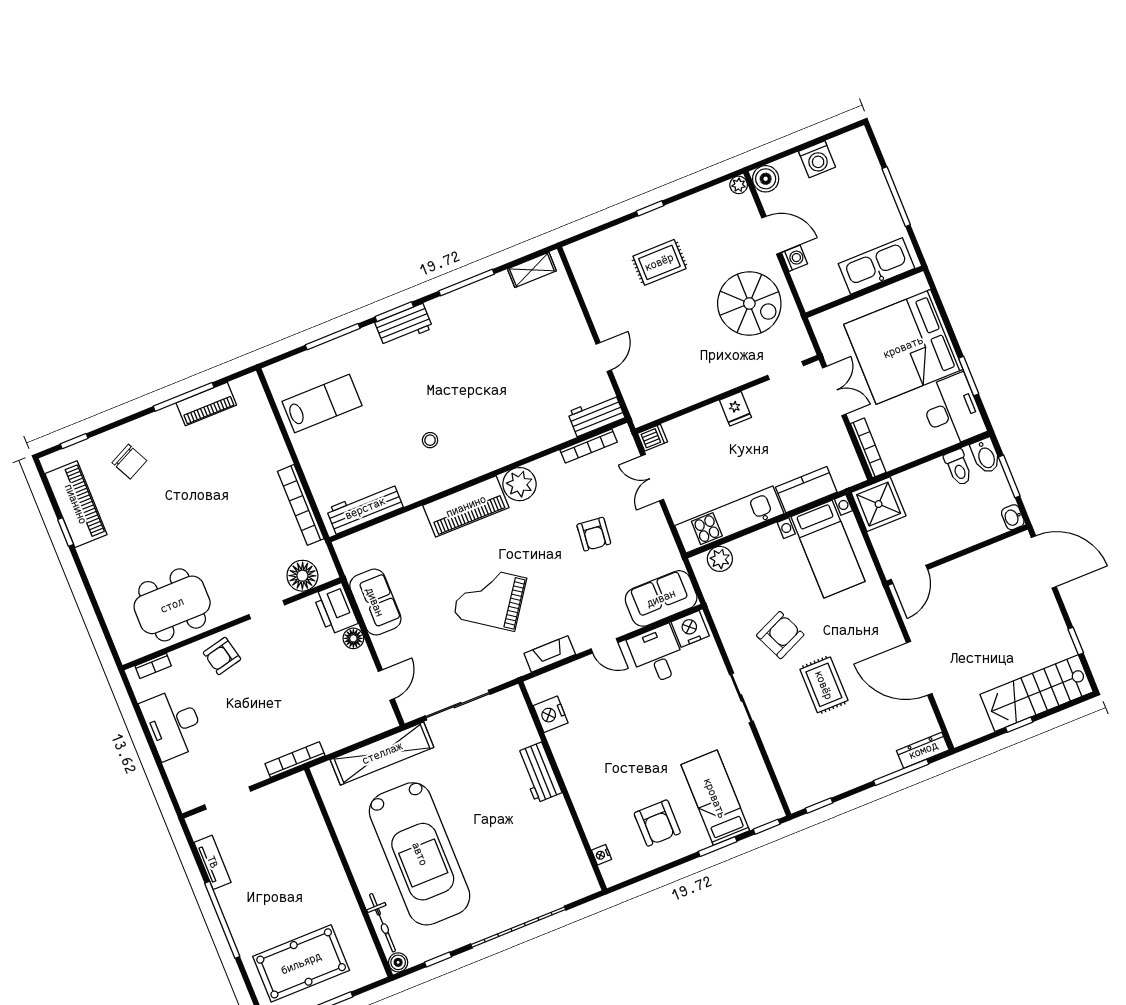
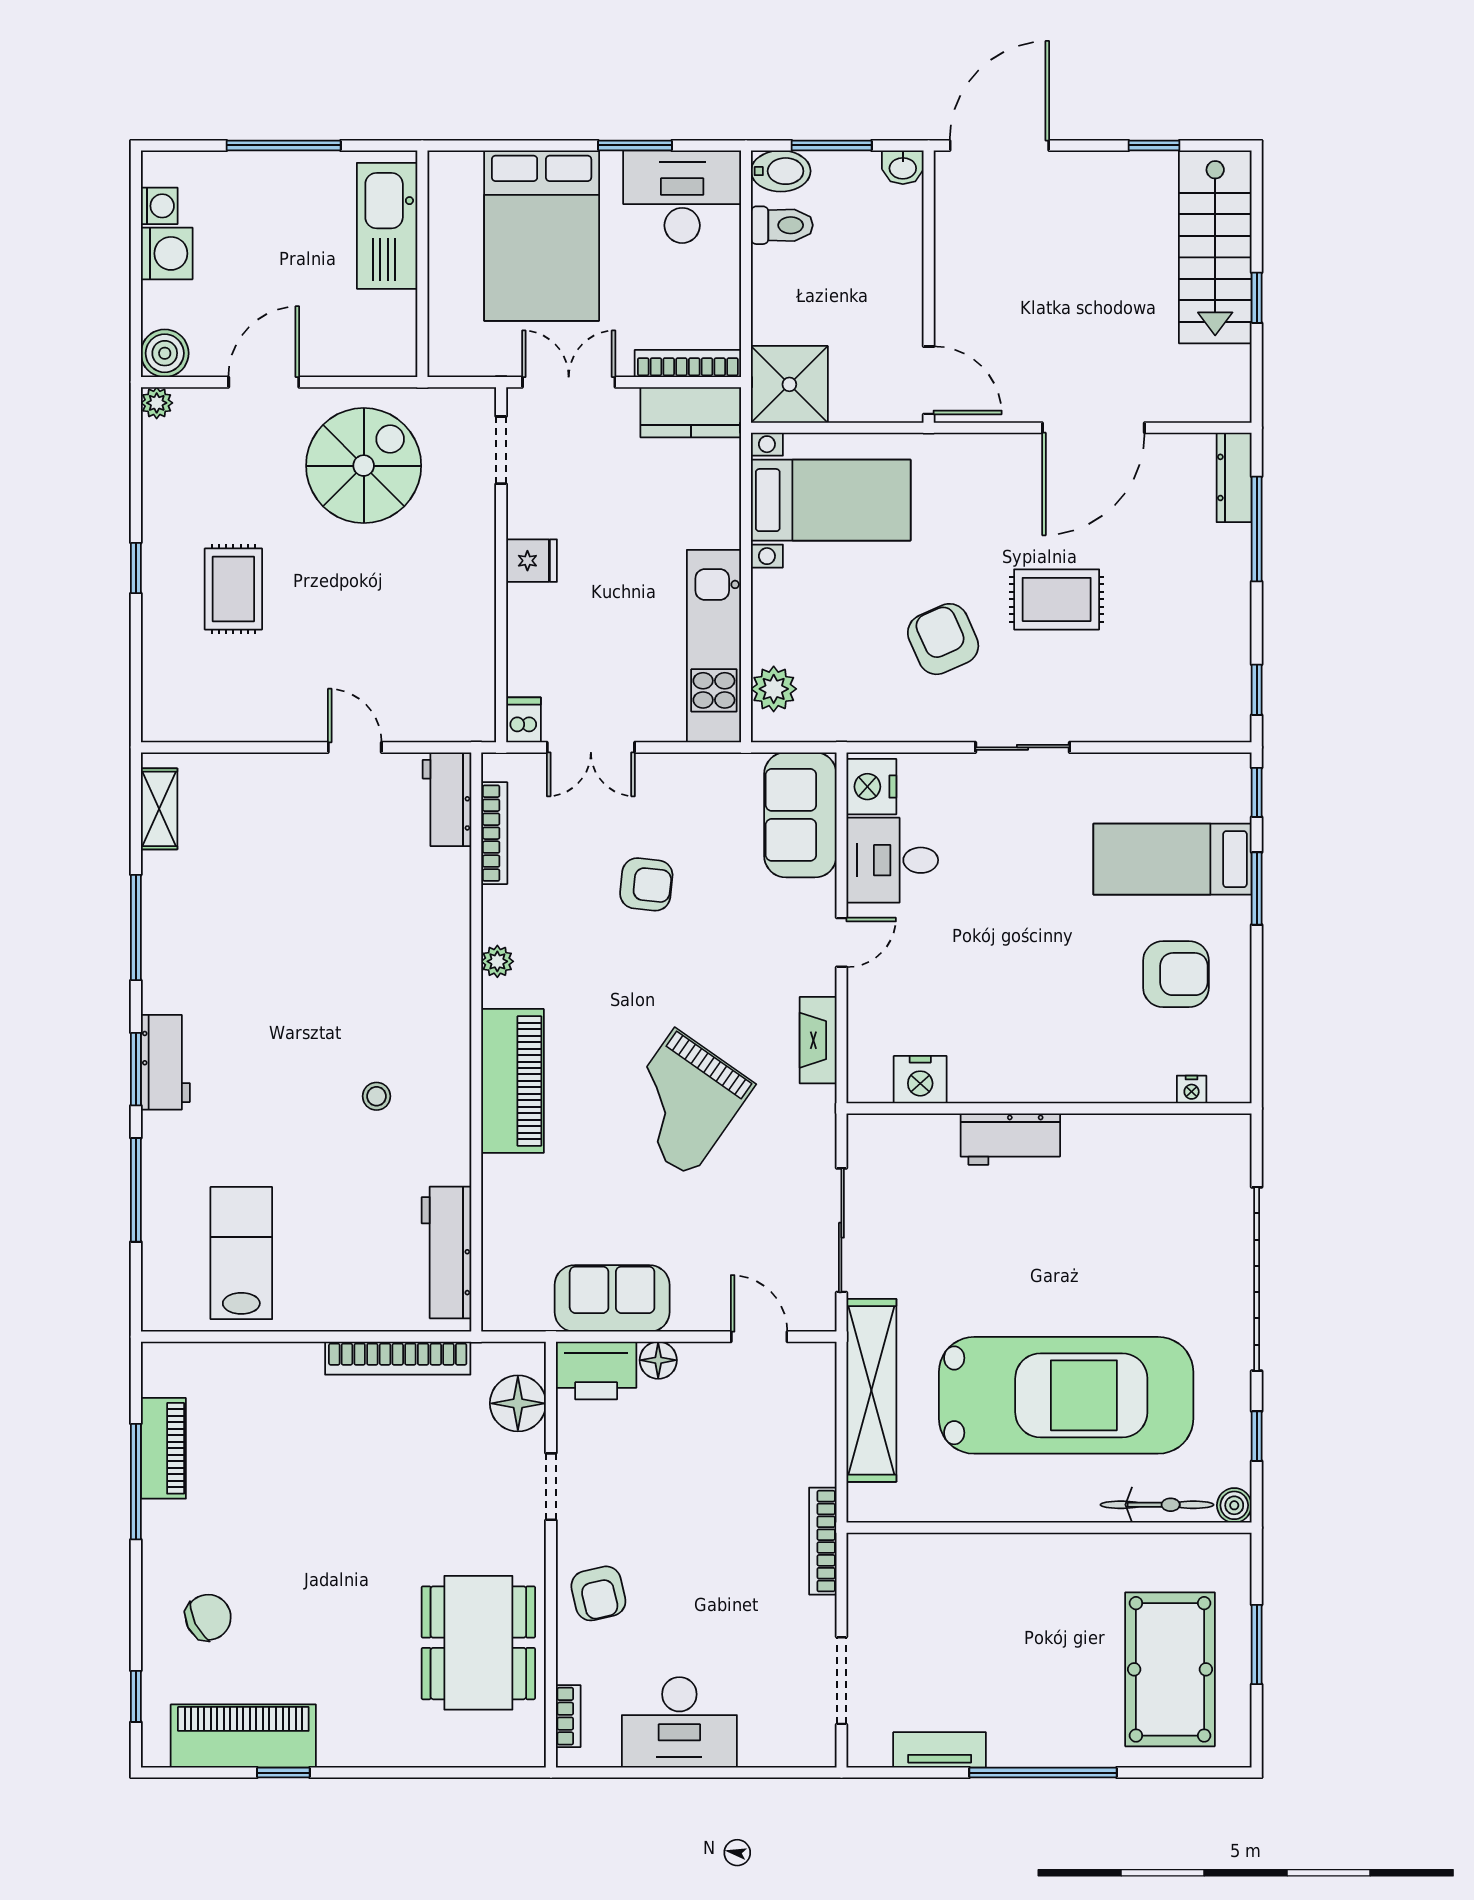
washing machine: (794, 258) -> (159, 206), moved, turned 90
bed: (903, 347) -> (542, 236), width x0.73
plant: (519, 484) -> (497, 961), width x0.53, depth x0.53
kitchen counter: (806, 490) -> (691, 412), moved, turned -90

